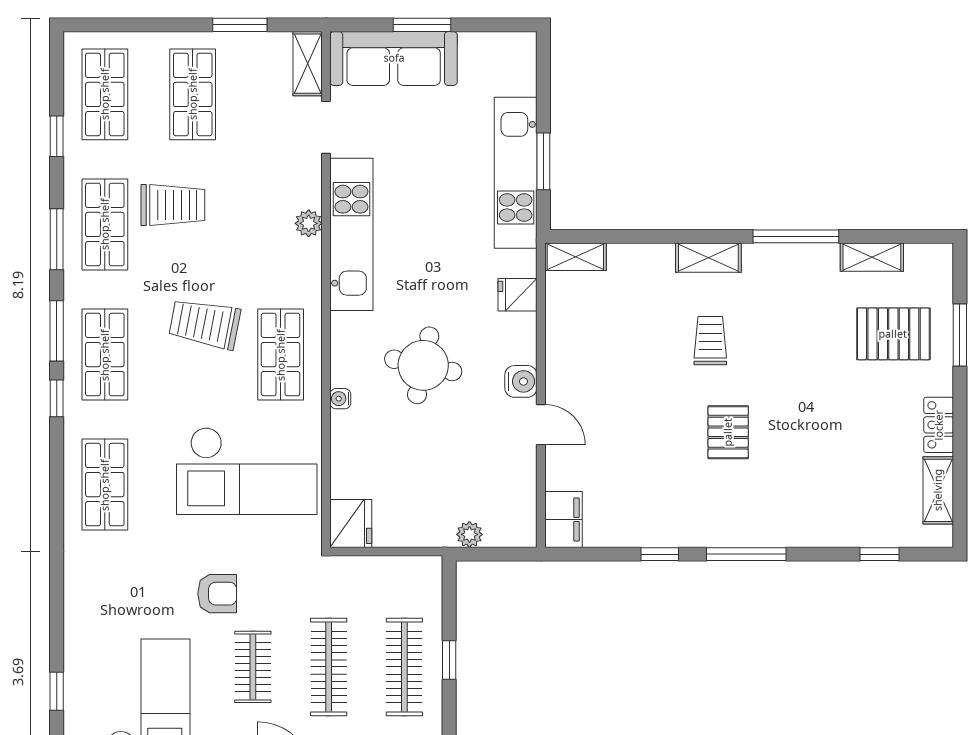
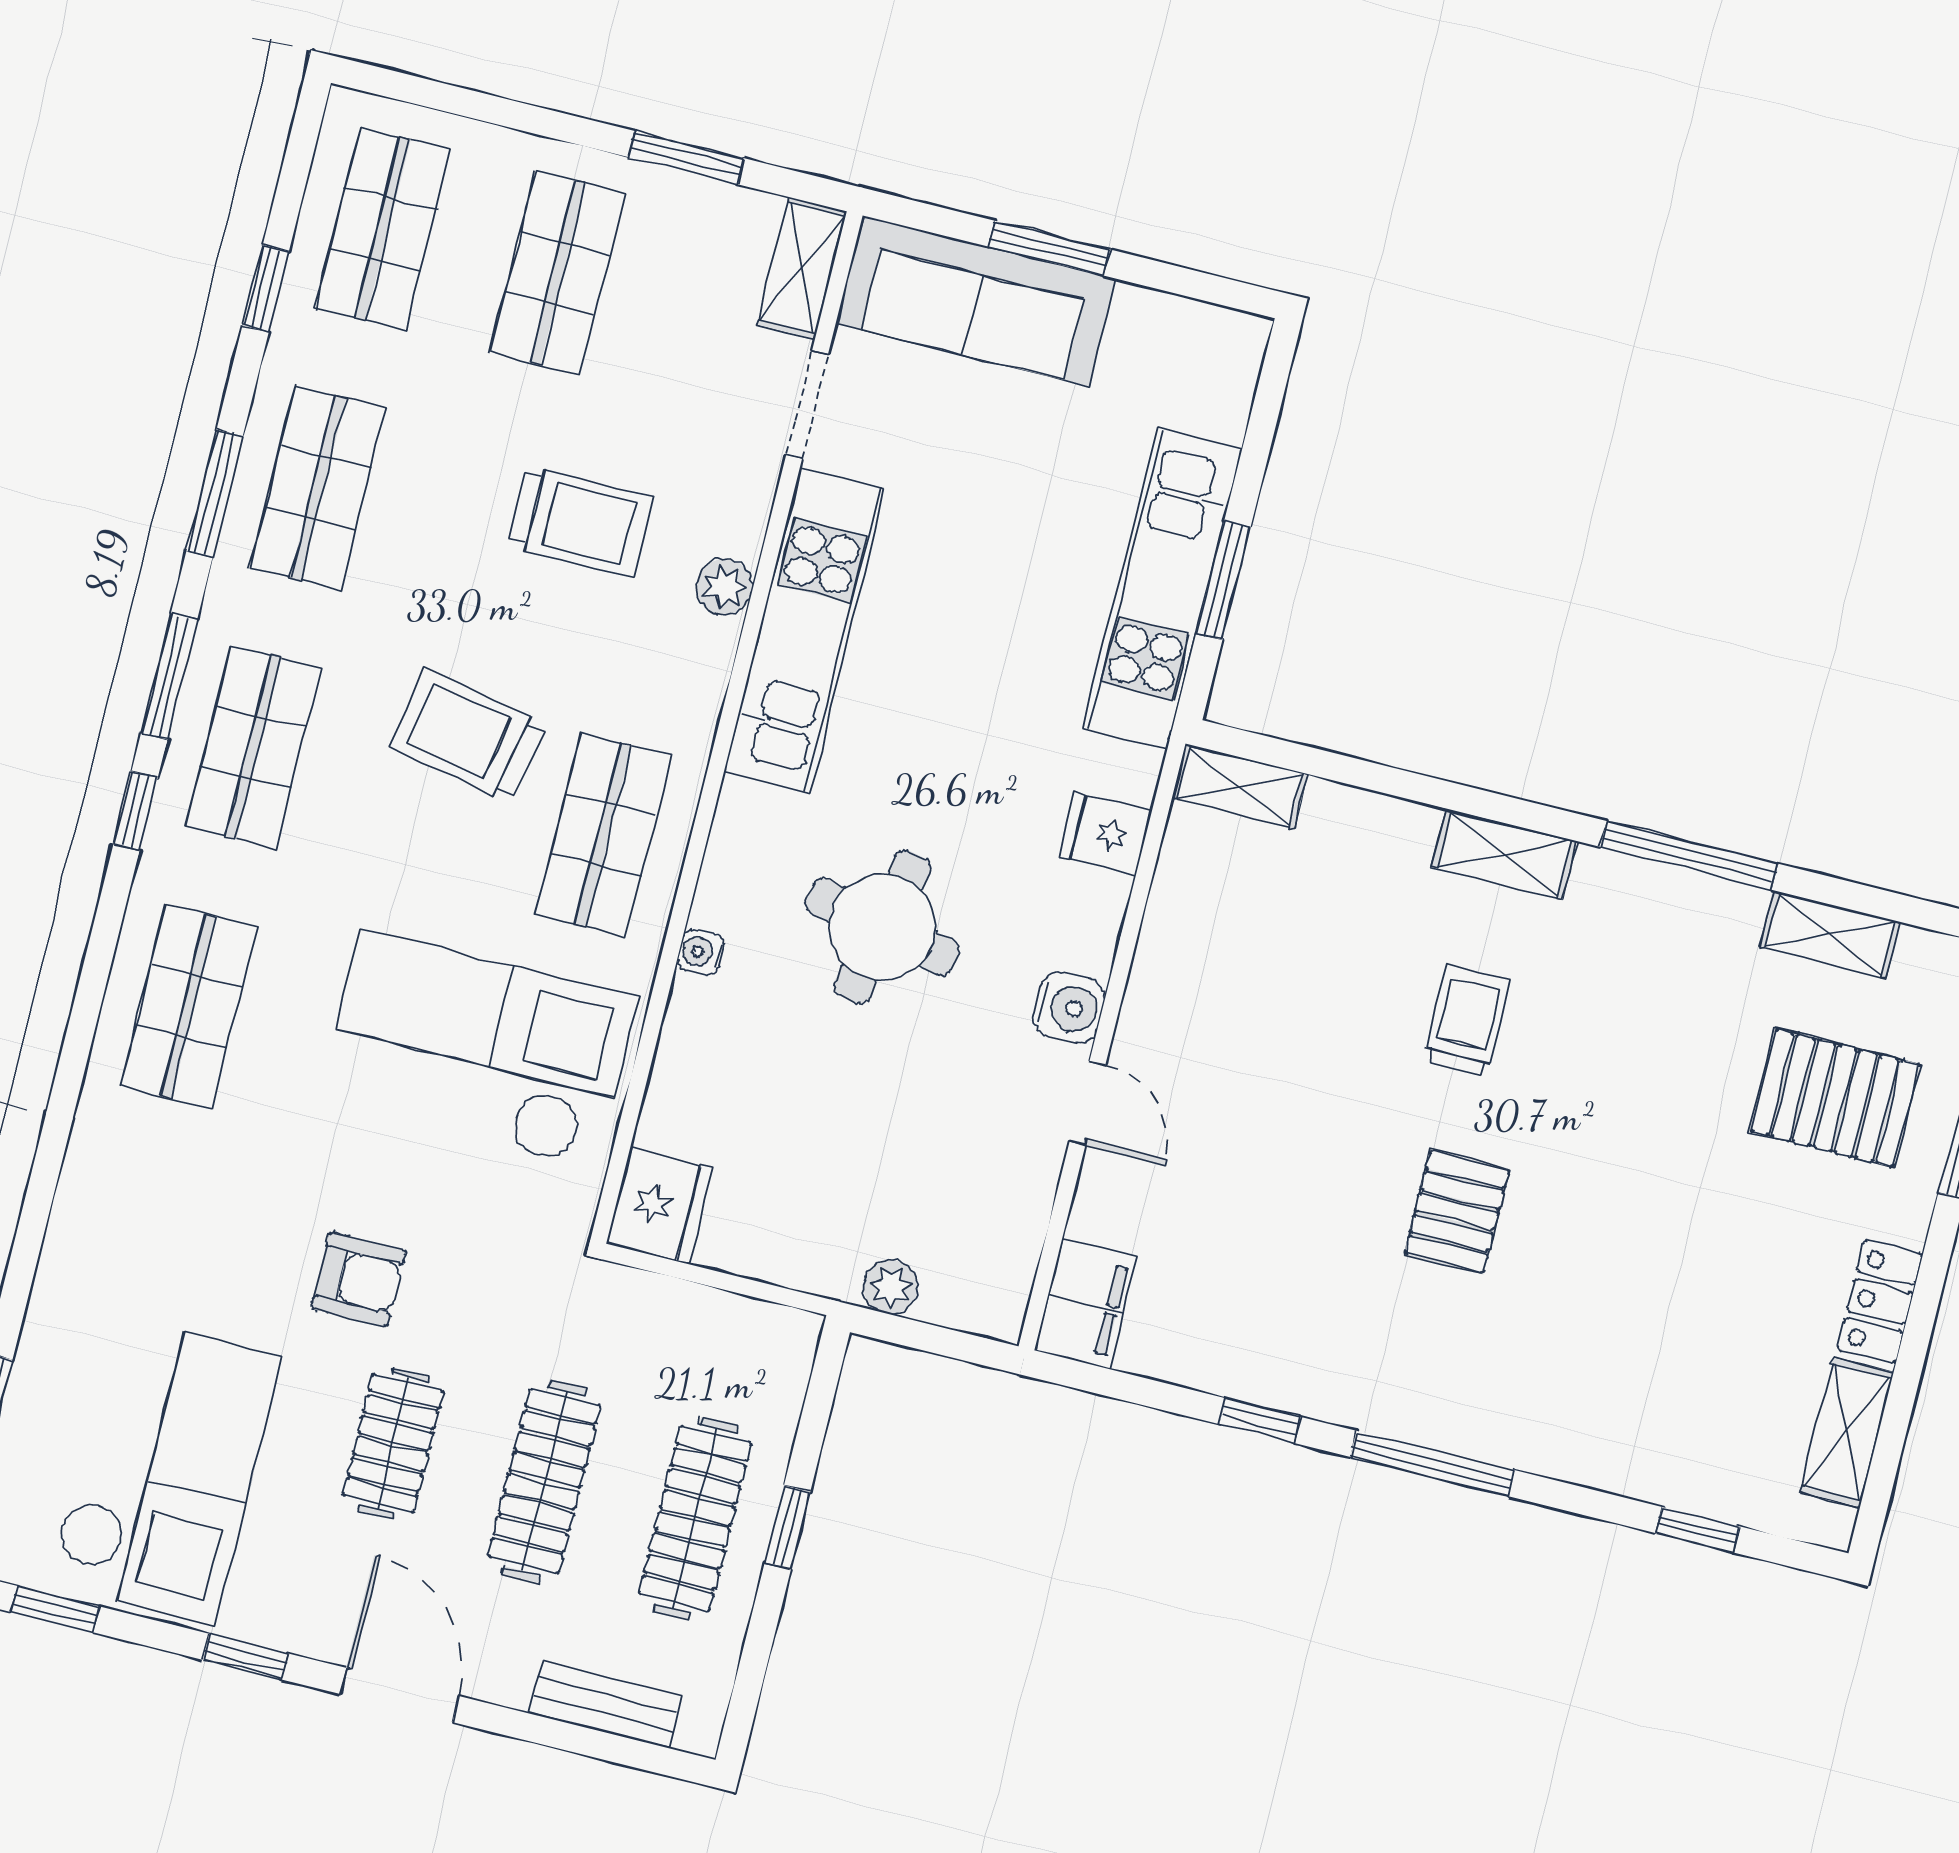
trolley: (173, 205) -> (580, 521), moved
checkout: (247, 471) -> (478, 1050), turned 180

